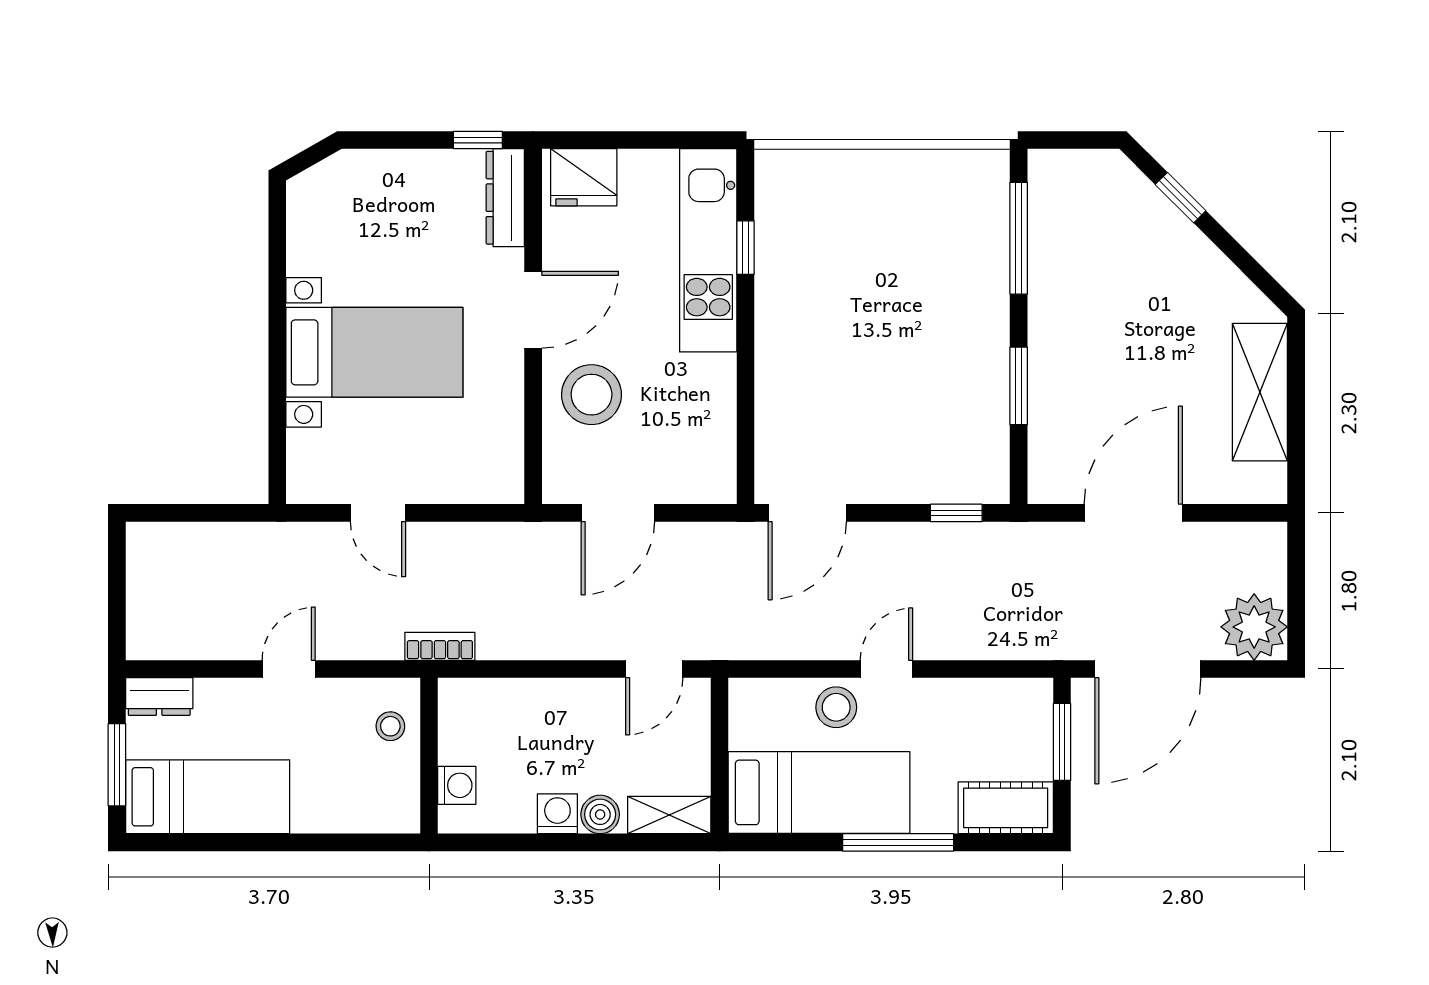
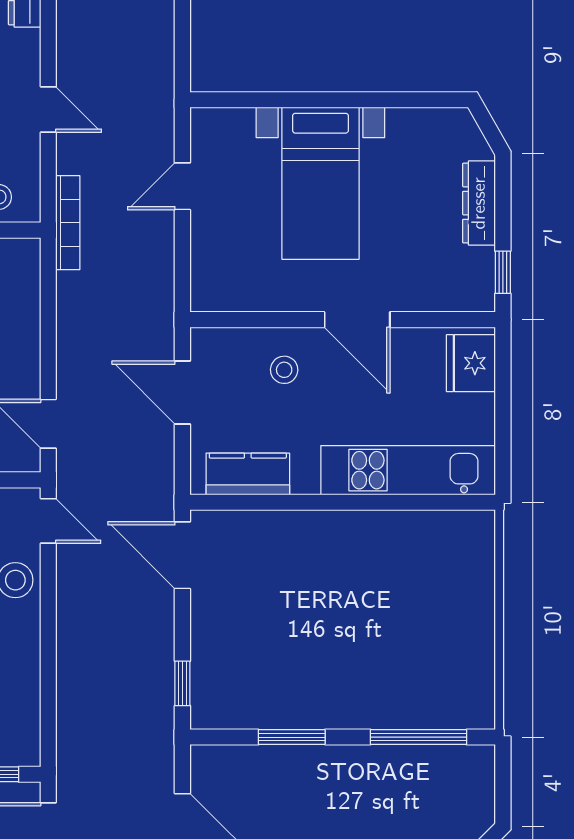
dresser: (505, 198) -> (479, 203), moved, turned -90
window: (746, 248) -> (410, 502), removed
stool: (592, 395) -> (284, 370), width x0.53, depth x0.53
kitchen counter: (713, 437) -> (248, 474), added
bookcase: (440, 646) -> (68, 223), width x1.56
door: (886, 669) -> (48, 521), moved

